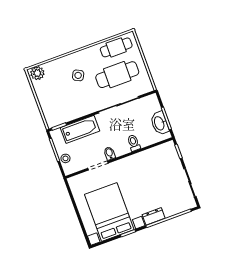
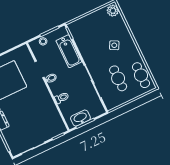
cafe table: (117, 75) -> (118, 78), width x0.73, depth x0.74

